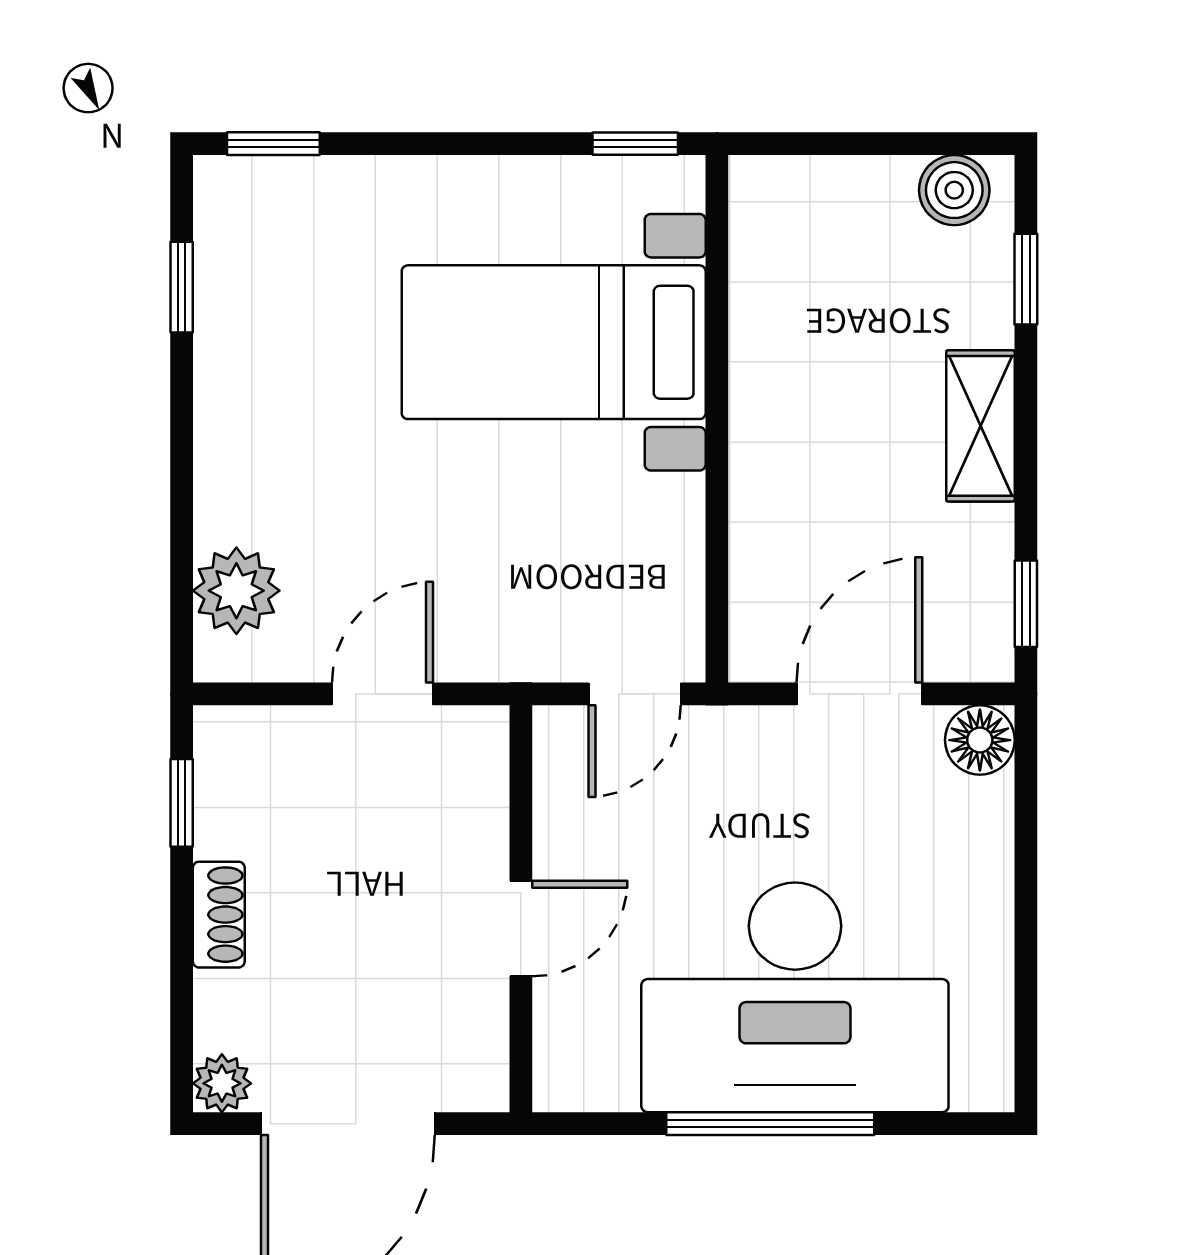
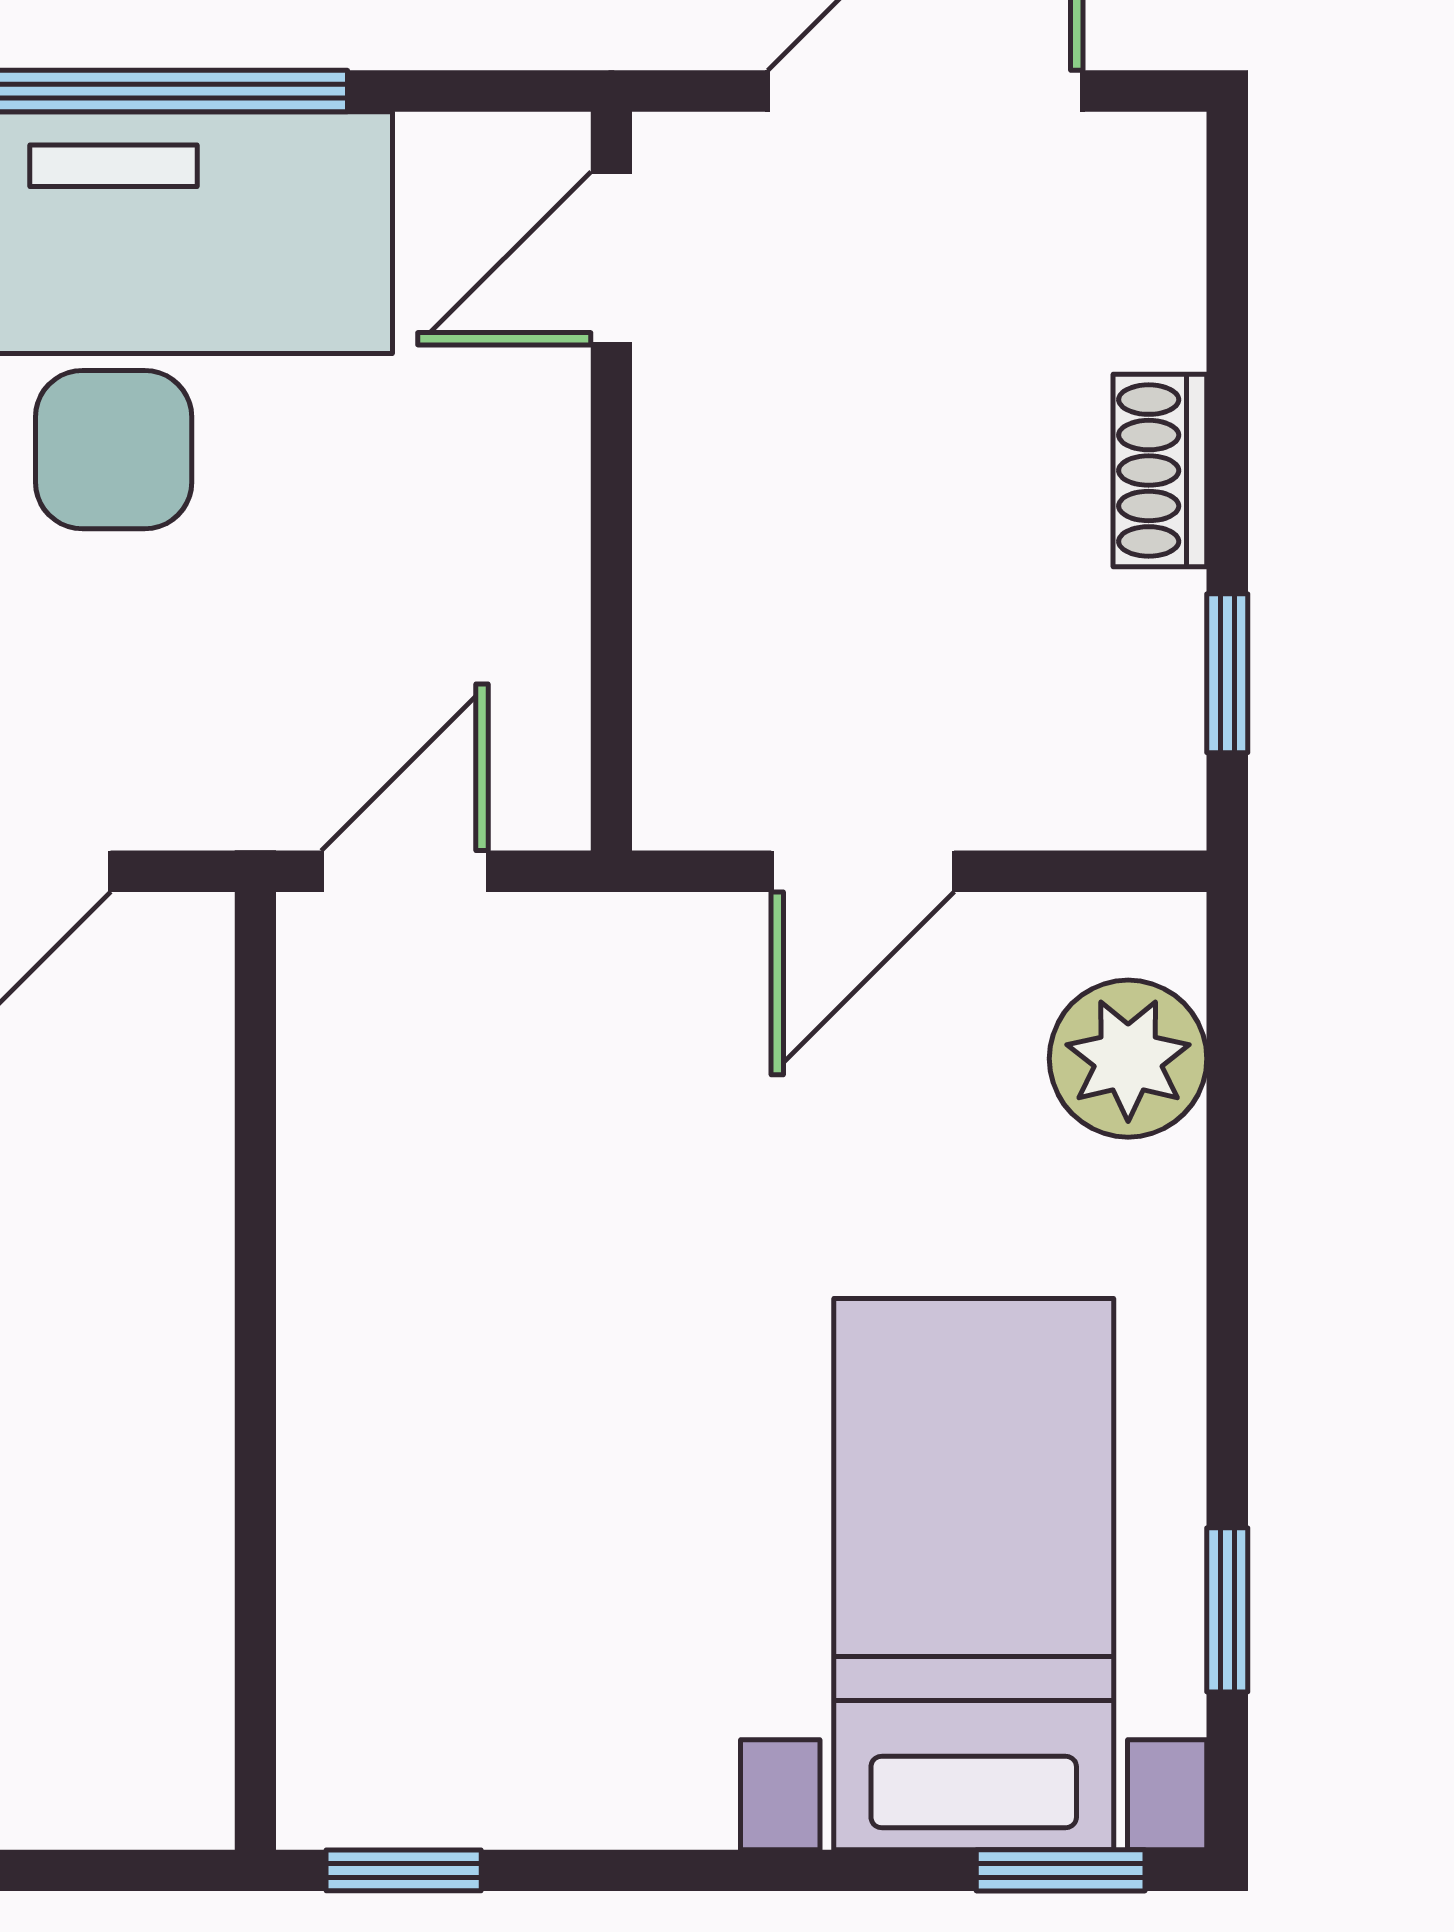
bed with nightstands: (554, 342) -> (974, 1574), moved, turned -90
door: (521, 929) -> (611, 258), moved
plant: (222, 1083) -> (1154, 164), removed

